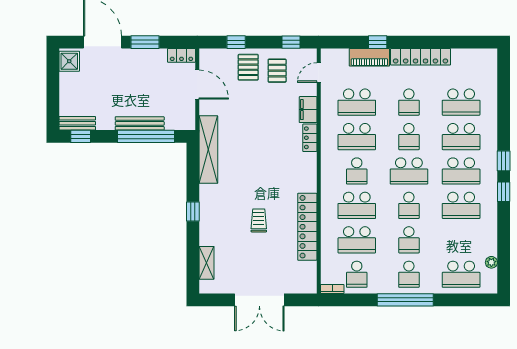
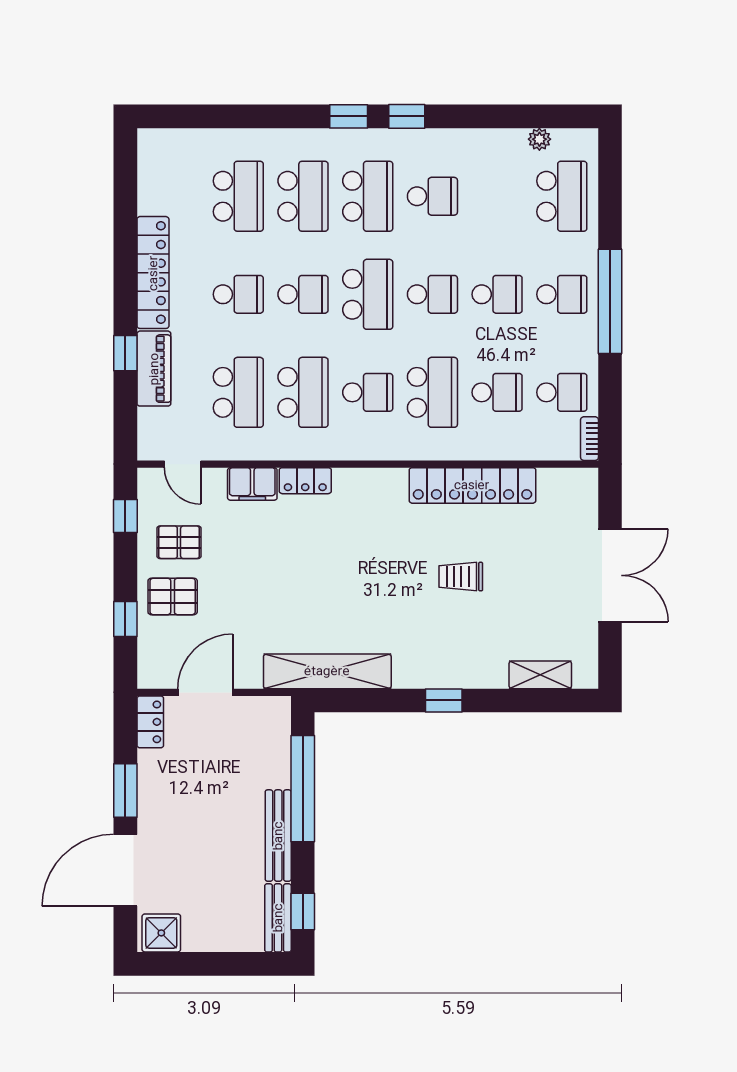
bench: (140, 123) -> (278, 836), moved
school desk: (461, 205) -> (432, 196), width x0.54
school desk: (357, 240) -> (497, 392), width x0.54

